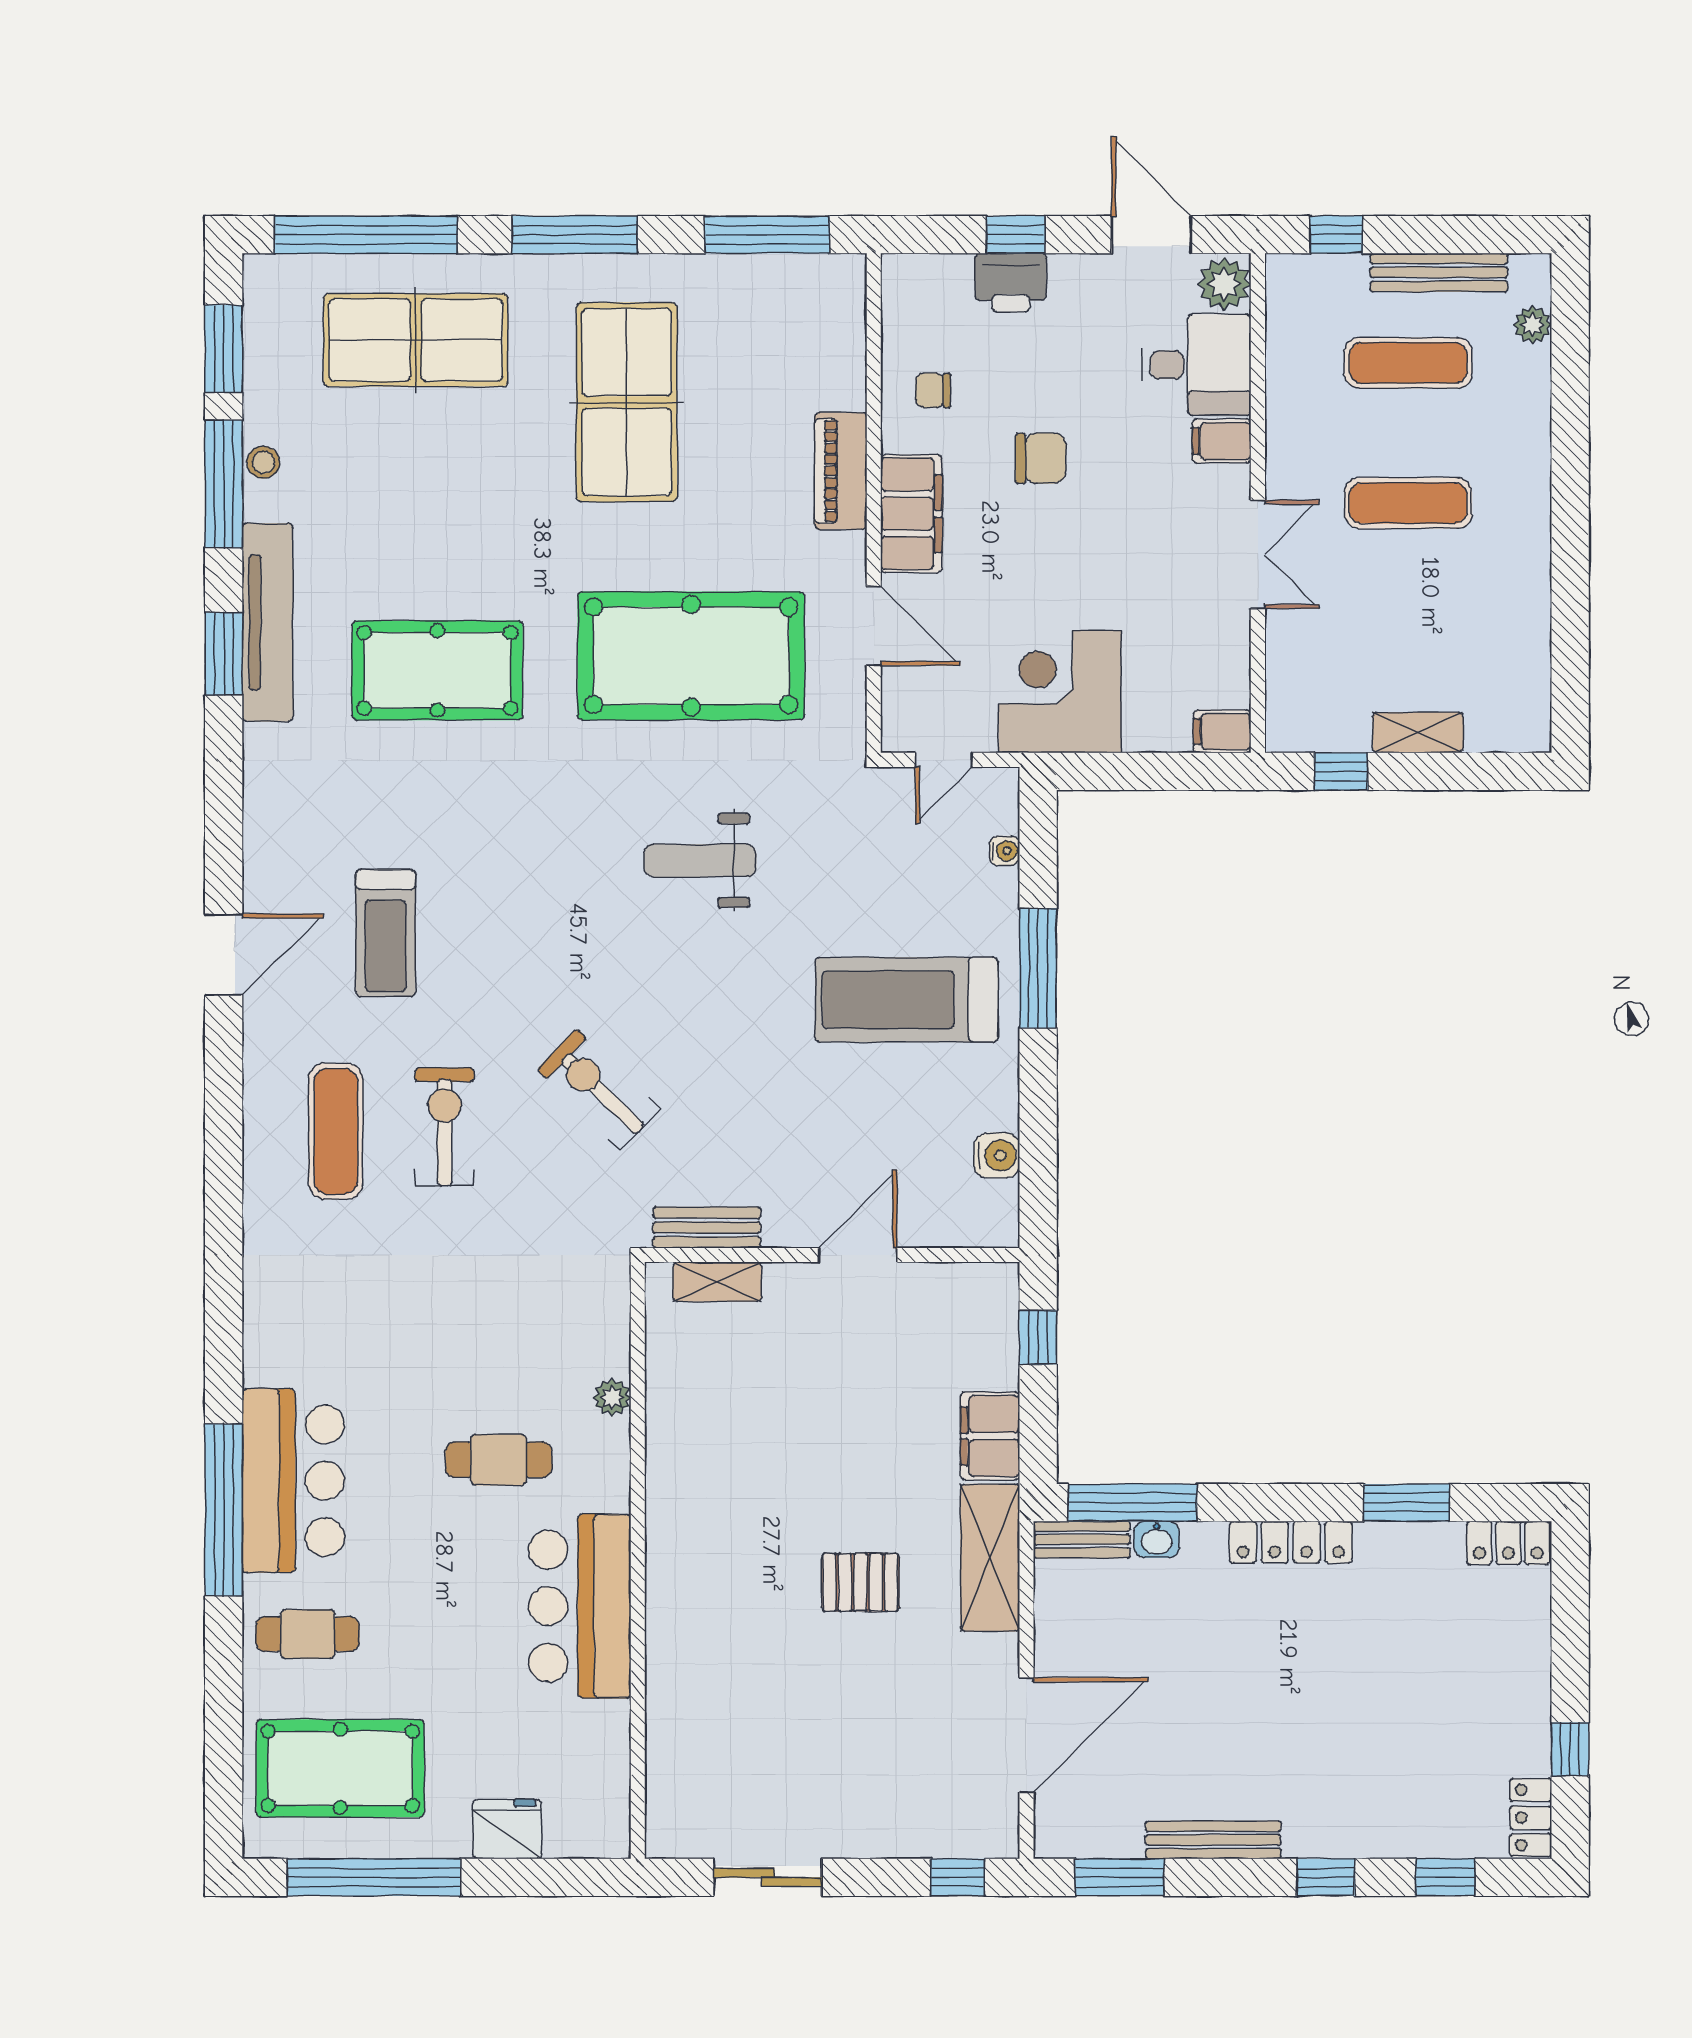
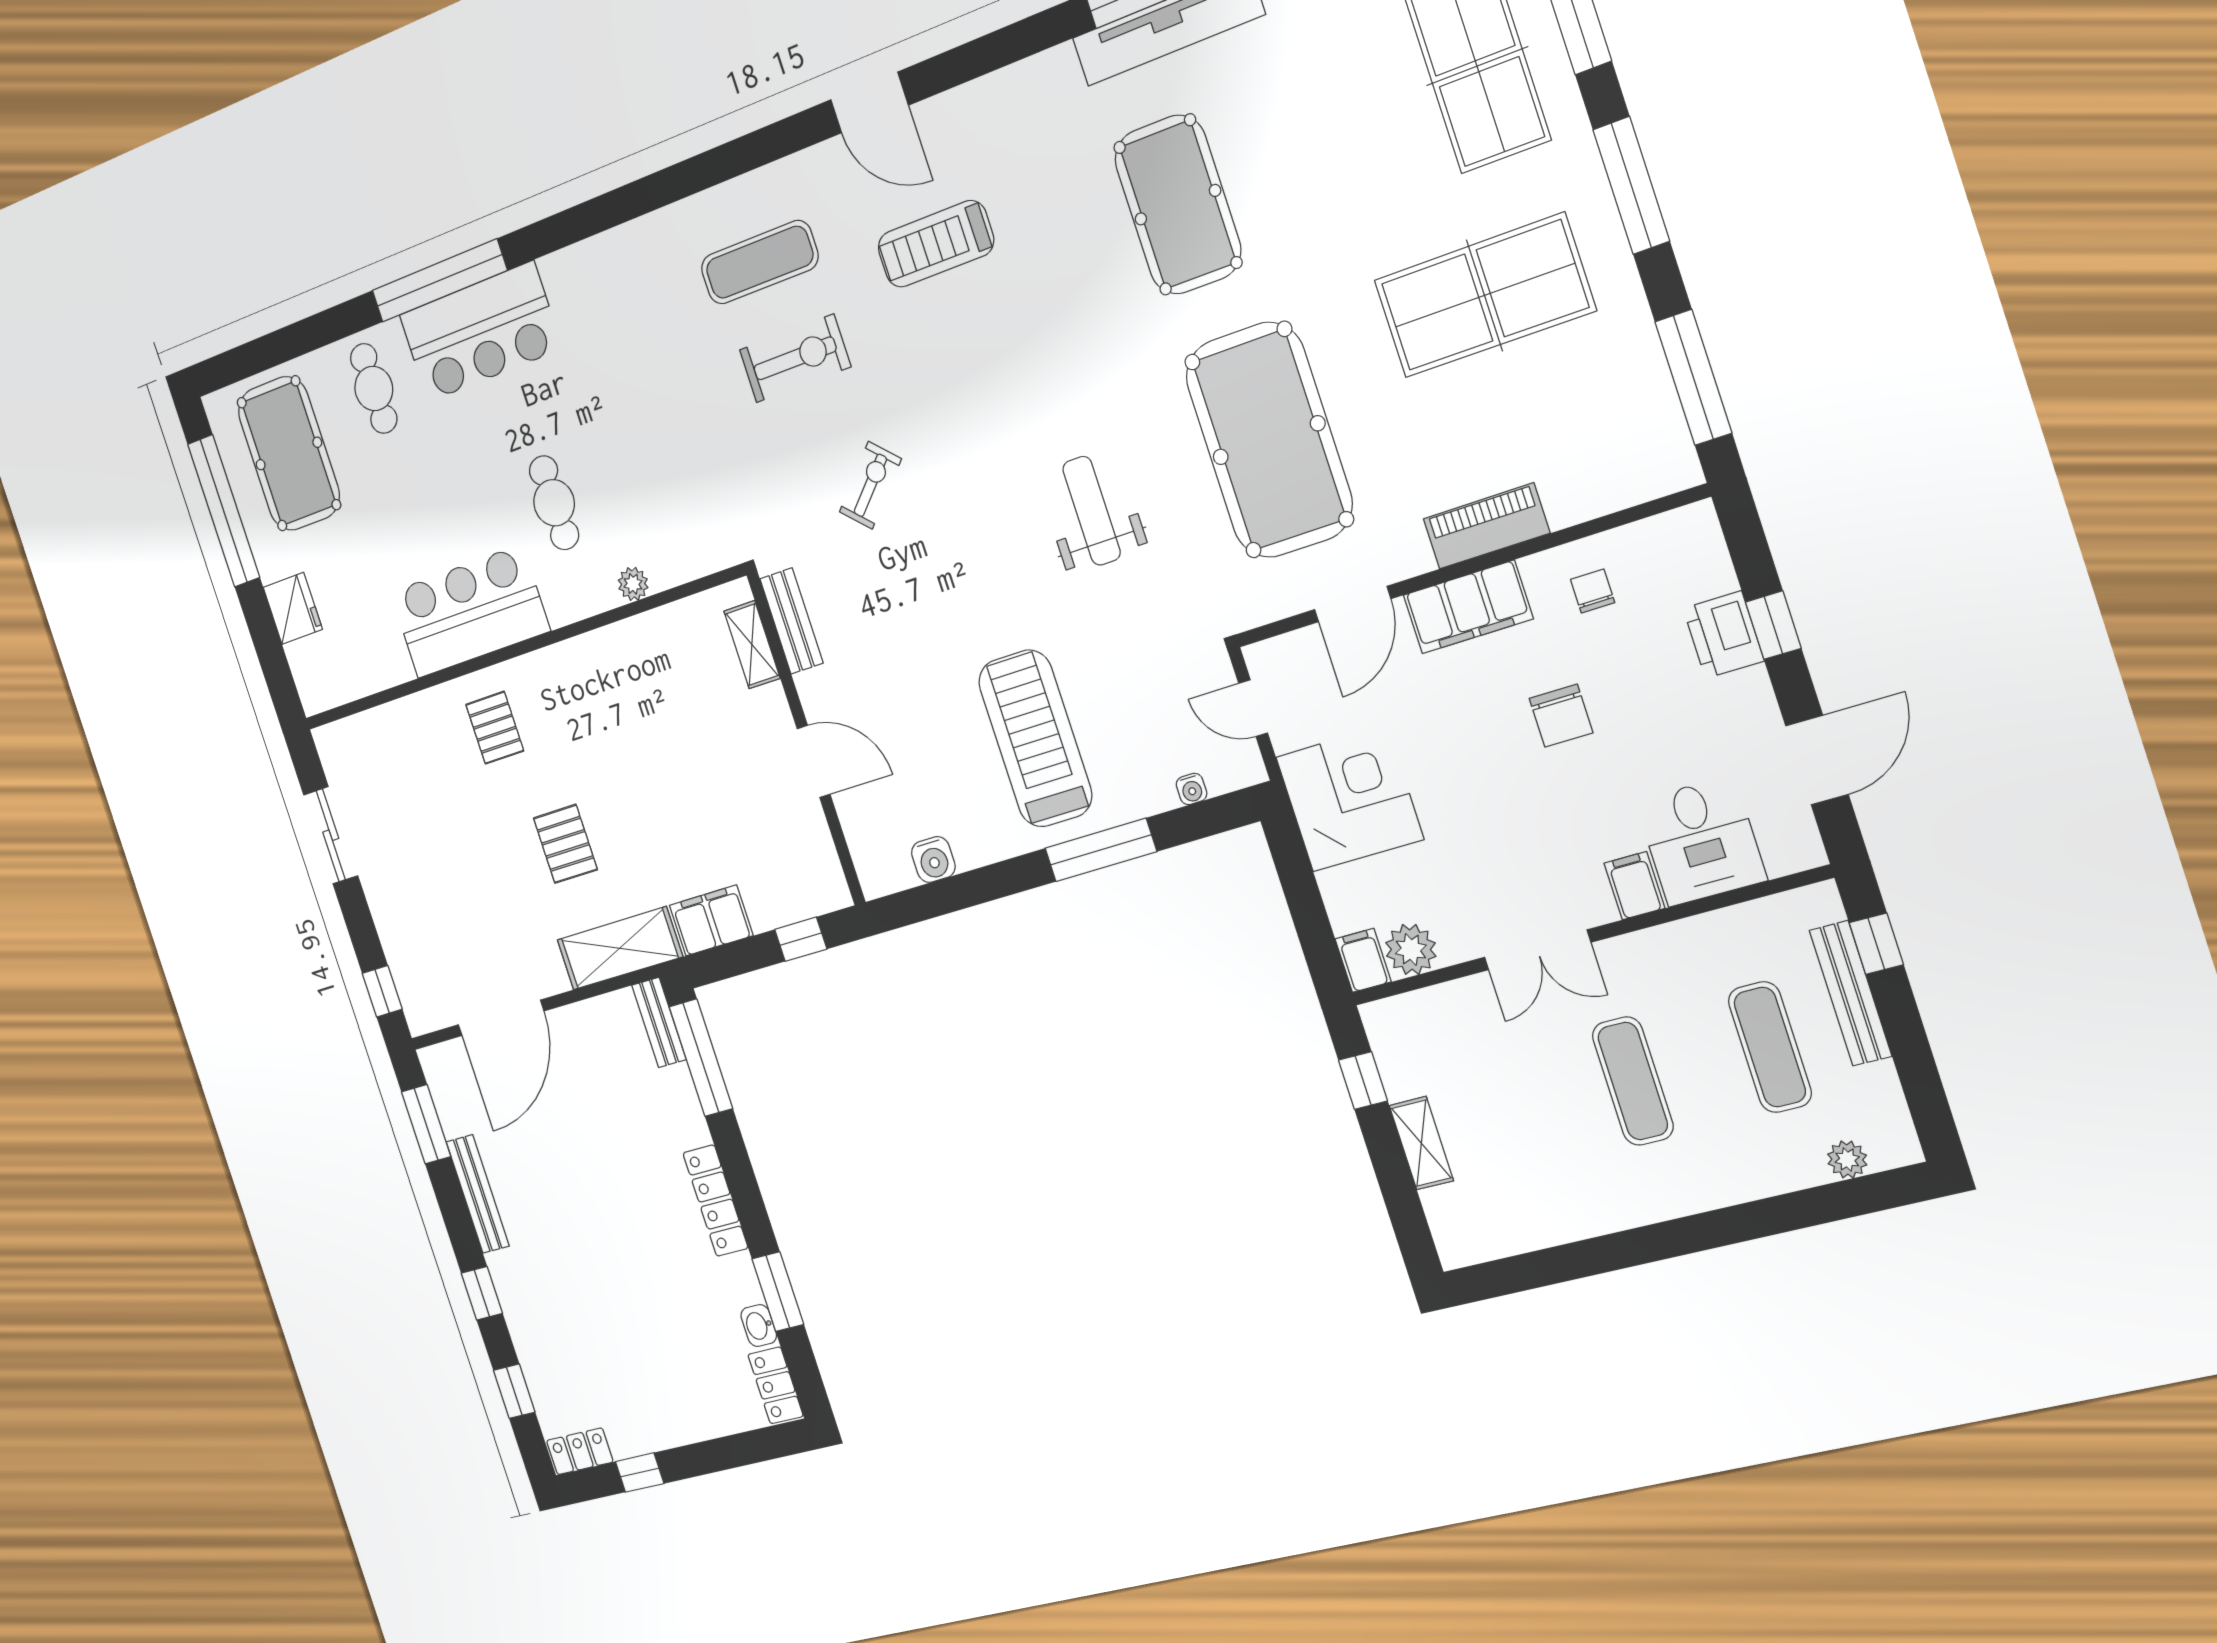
bench: (1439, 272) -> (1851, 993), moved
plant: (1224, 284) -> (1411, 949), moved
exercise bike: (598, 1089) -> (870, 485), width x0.73, depth x0.72
washbasin: (1157, 1539) -> (759, 1325), moved
pallet: (712, 1622) -> (495, 728), added
door: (1026, 1735) -> (501, 1018), hinge flipped

